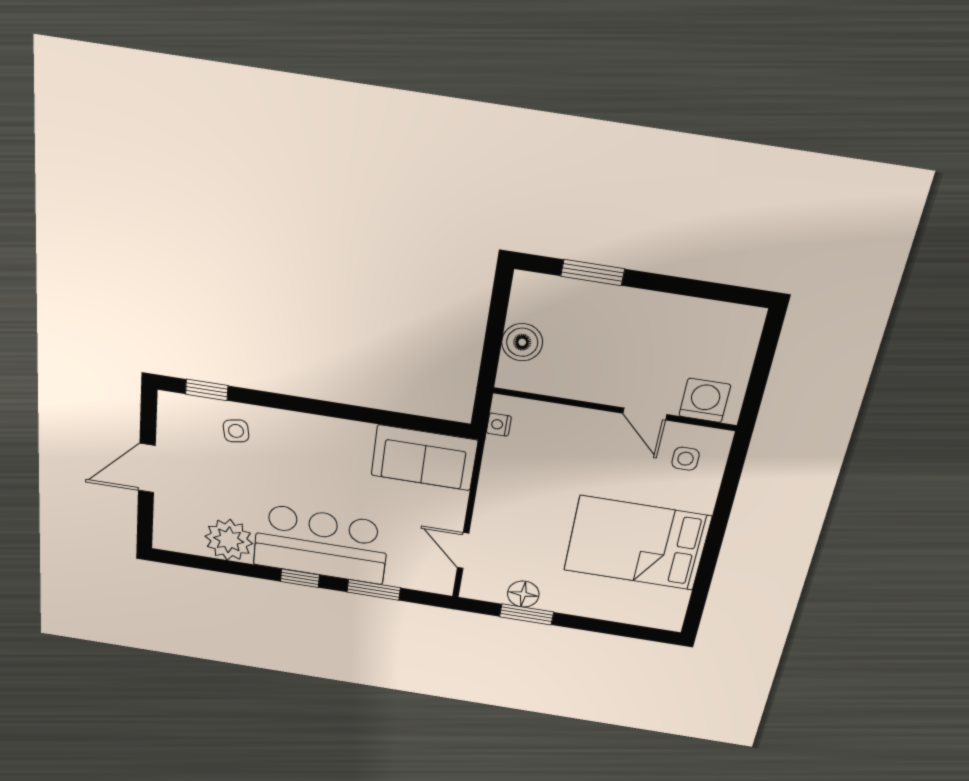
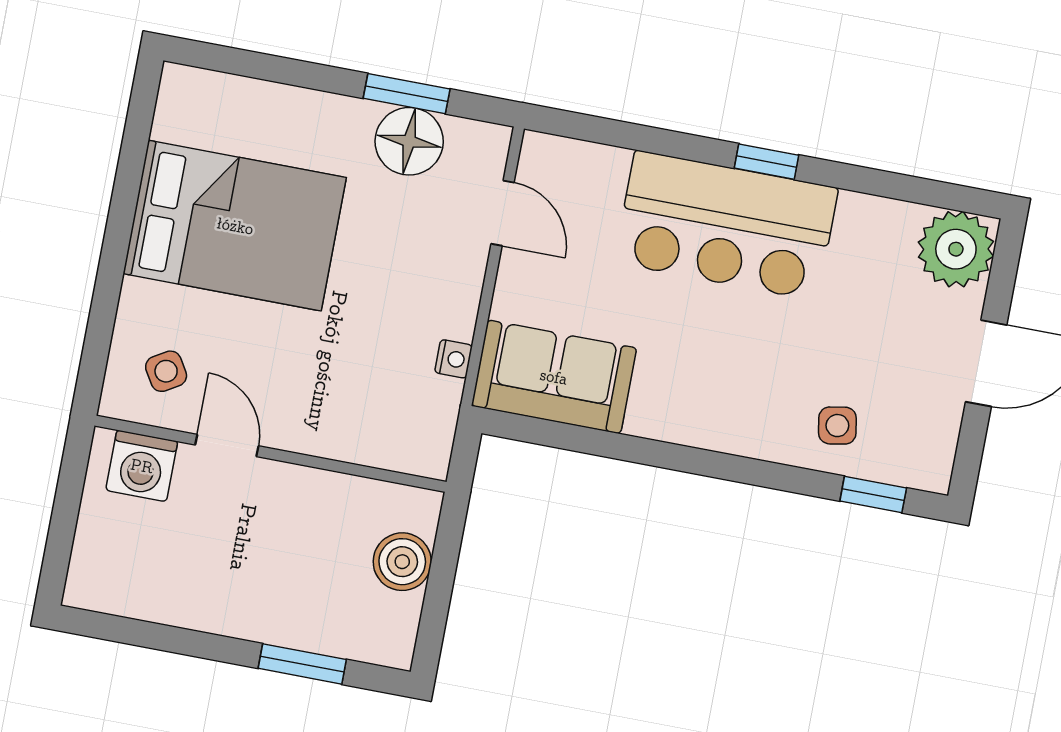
nightstand: (499, 425) -> (454, 359), moved
side table: (685, 459) -> (166, 371), turned -31
plant: (229, 540) -> (956, 249), moved
window: (374, 590) -> (649, 139), removed
floor lamp: (523, 594) -> (409, 141), width x1.38, depth x1.38

